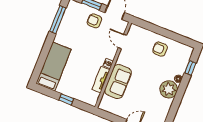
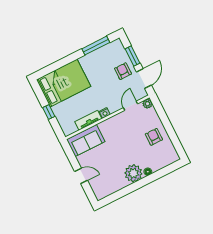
plant: (134, 29) -> (147, 104), added
bed: (54, 66) -> (63, 83), width x1.50
window: (190, 68) -> (164, 171), removed
sofa: (118, 82) -> (86, 140), moved

